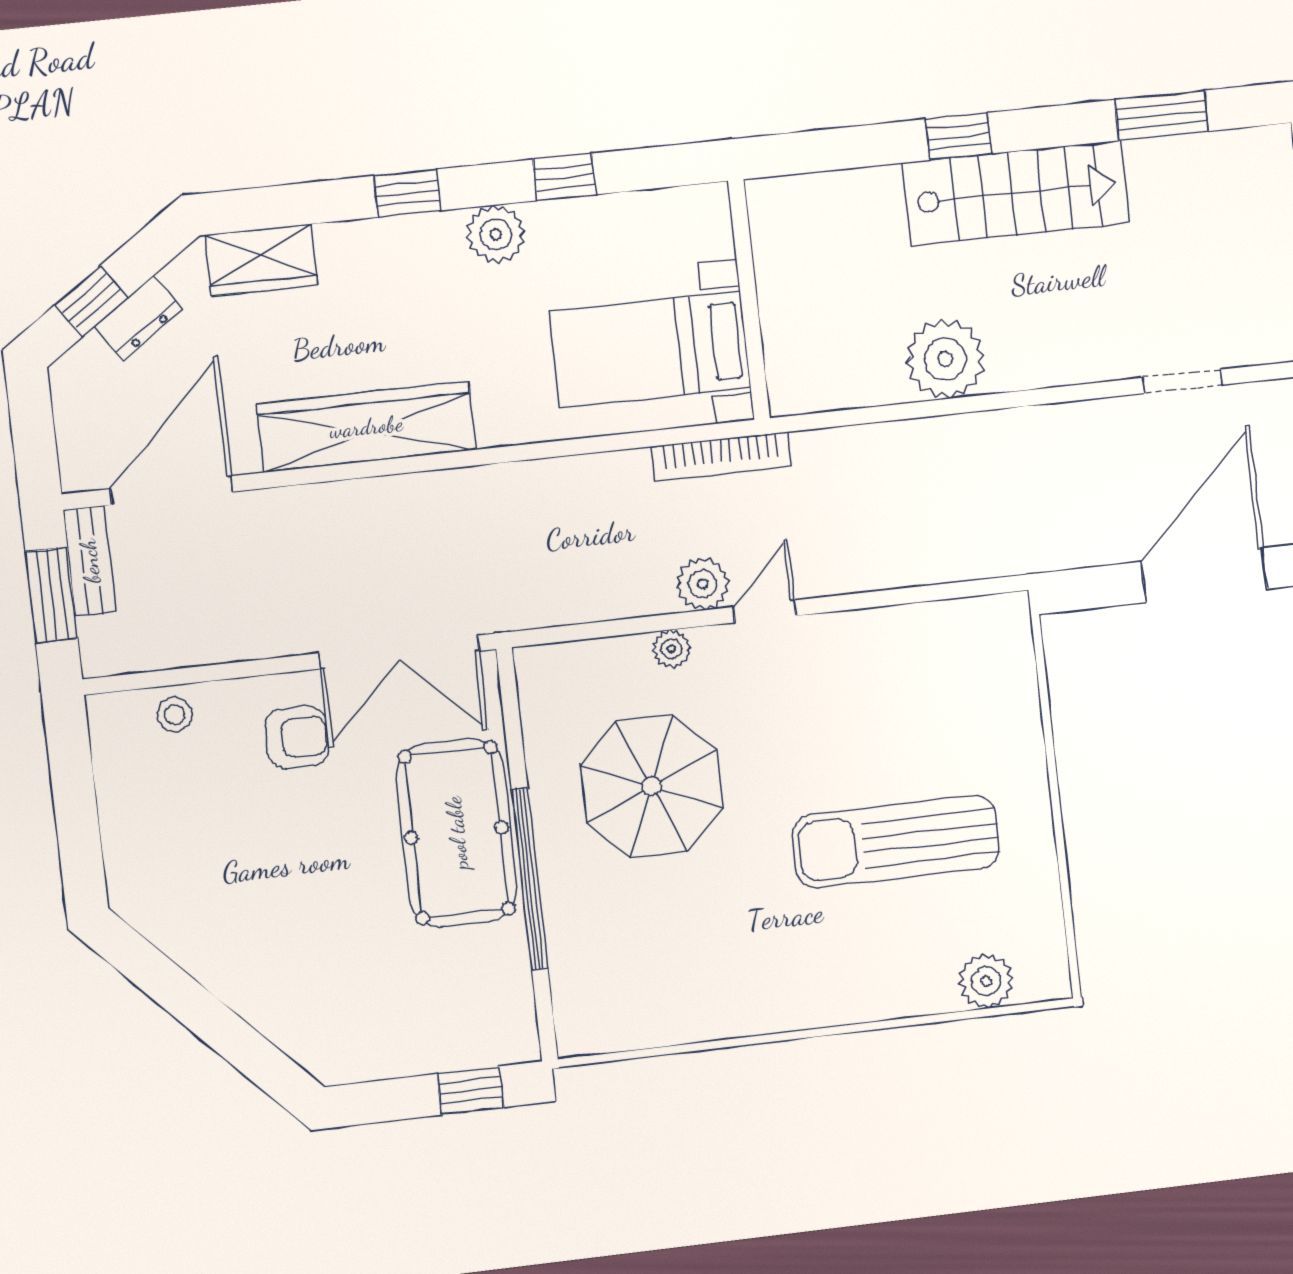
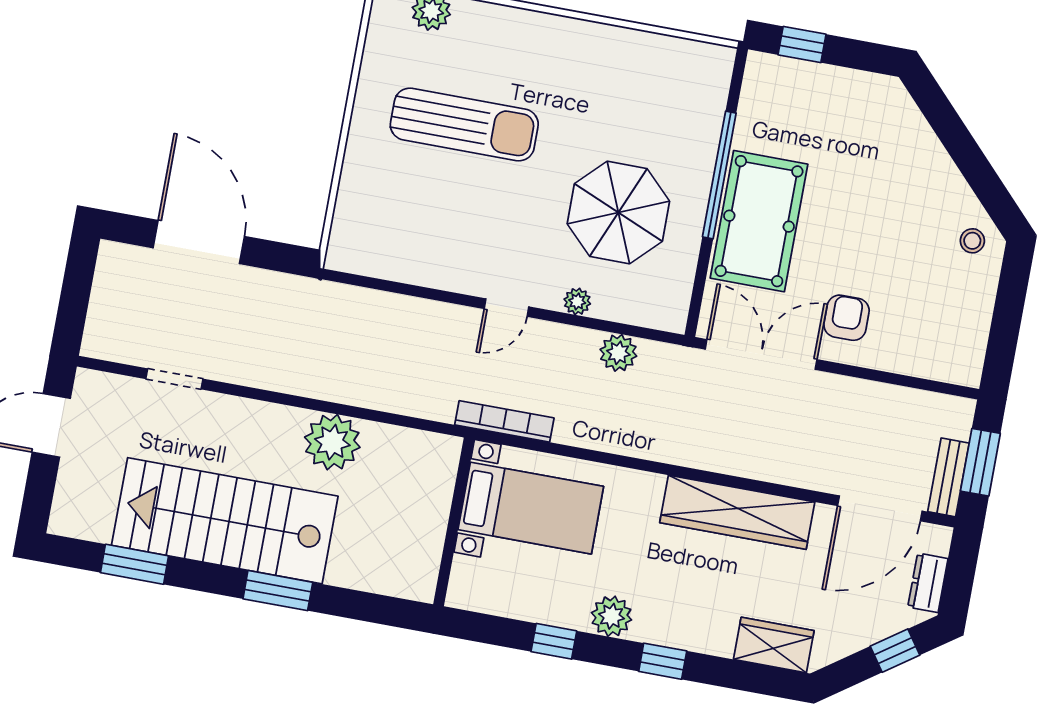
window: (959, 136) -> (278, 591), width x1.50
stairs: (1016, 193) -> (225, 521), width x1.36, depth x1.51
dresser: (138, 318) -> (928, 583), moved, turned -55
door: (1204, 575) -> (199, 242), swing flipped
plant: (703, 584) -> (618, 353), moved
stool: (175, 715) -> (972, 241), moved
armchair: (297, 737) -> (847, 318), turned 90

